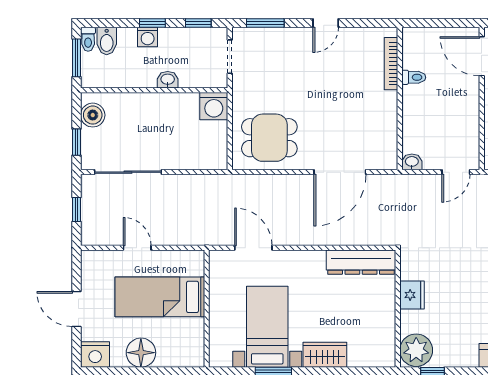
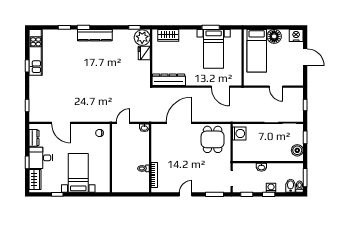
door: (482, 56) -> (111, 178), removed
washing machine: (214, 106) -> (239, 133), moved, turned 90
dining table: (269, 138) -> (213, 139), turned 90
fridge: (412, 295) -> (144, 53), moved
bed: (160, 297) -> (257, 51), moved, turned 90
wardrobe: (325, 355) -> (168, 35), moved

